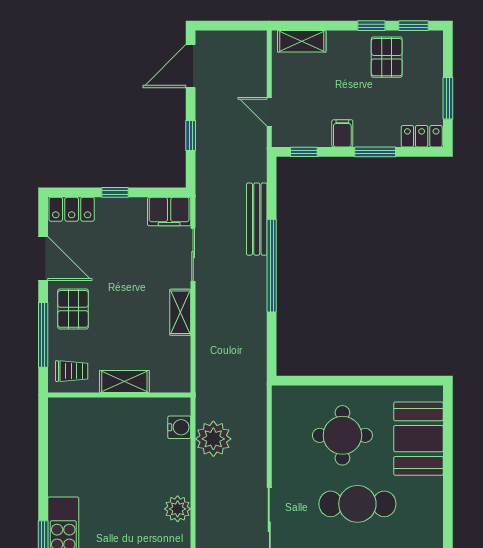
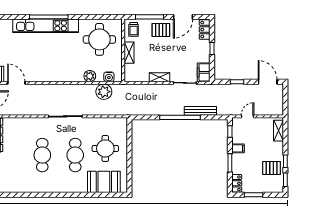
round table: (94, 449) -> (99, 39), added
plant: (178, 509) -> (90, 76), moved

